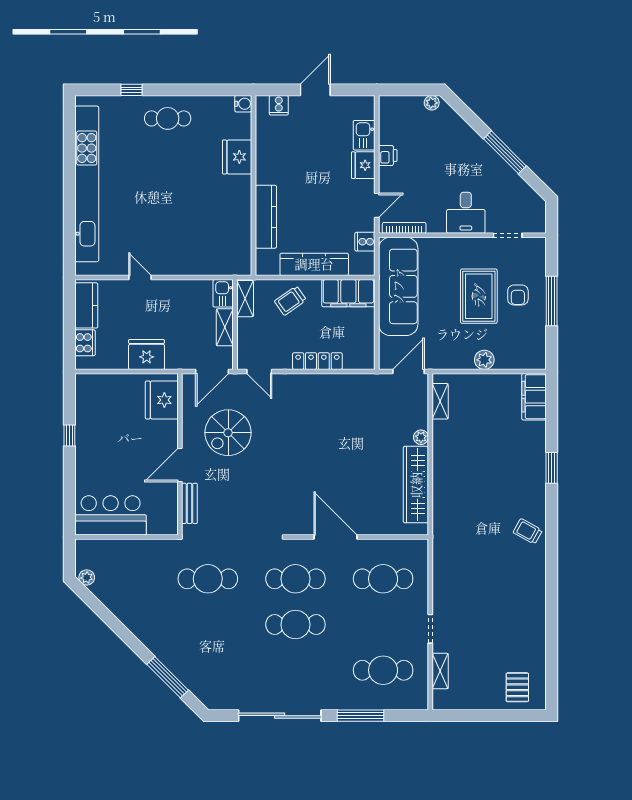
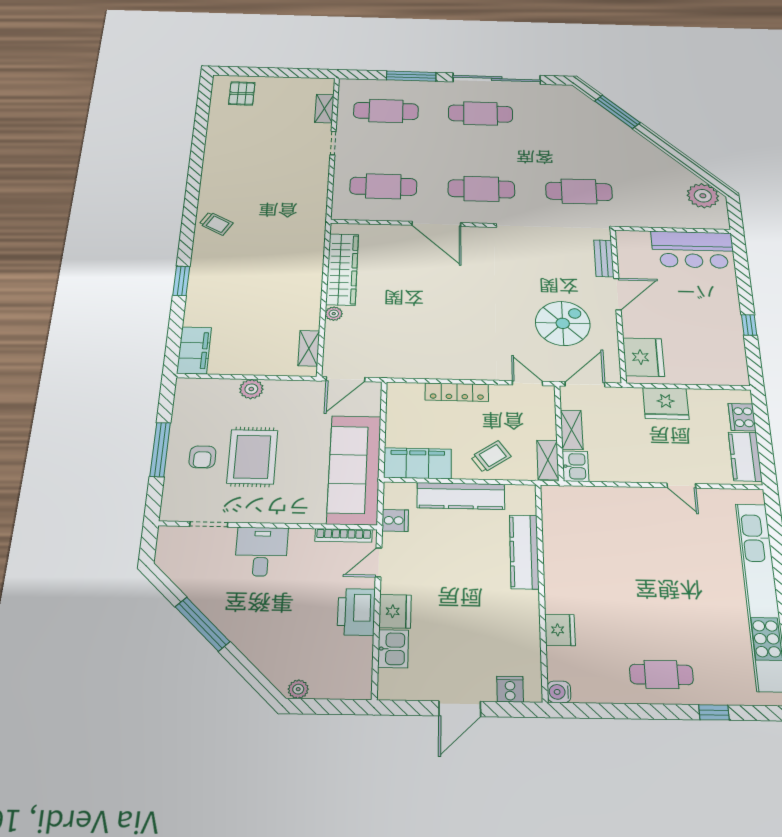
printer: (388, 155) -> (356, 612), width x1.87, depth x1.48
fridge: (237, 157) -> (560, 630), width x0.73, depth x0.75
armchair: (518, 295) -> (202, 457), turned 180
plant: (87, 577) -> (703, 196), width x1.88, depth x1.88
cafe table: (295, 625) -> (480, 114), moved

